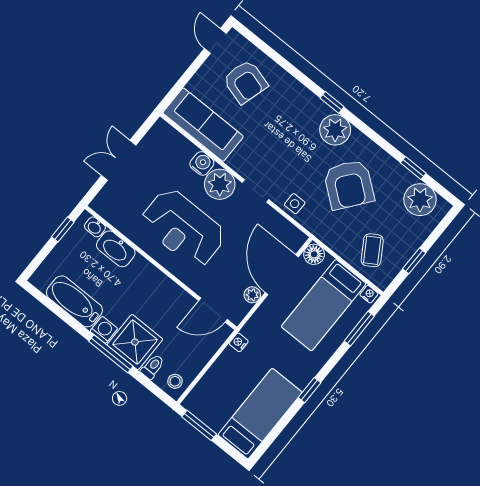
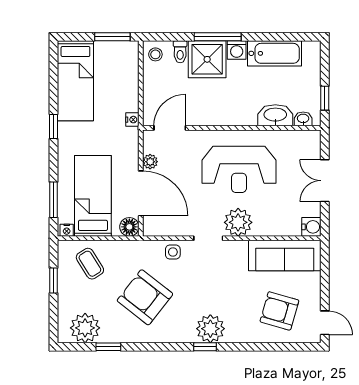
plant: (335, 130) -> (210, 329), moved
double door: (119, 160) -> (325, 181), swing flipped
water cooler: (202, 163) -> (311, 227), moved, turned -90
reception desk: (183, 228) -> (239, 169), turned 180

